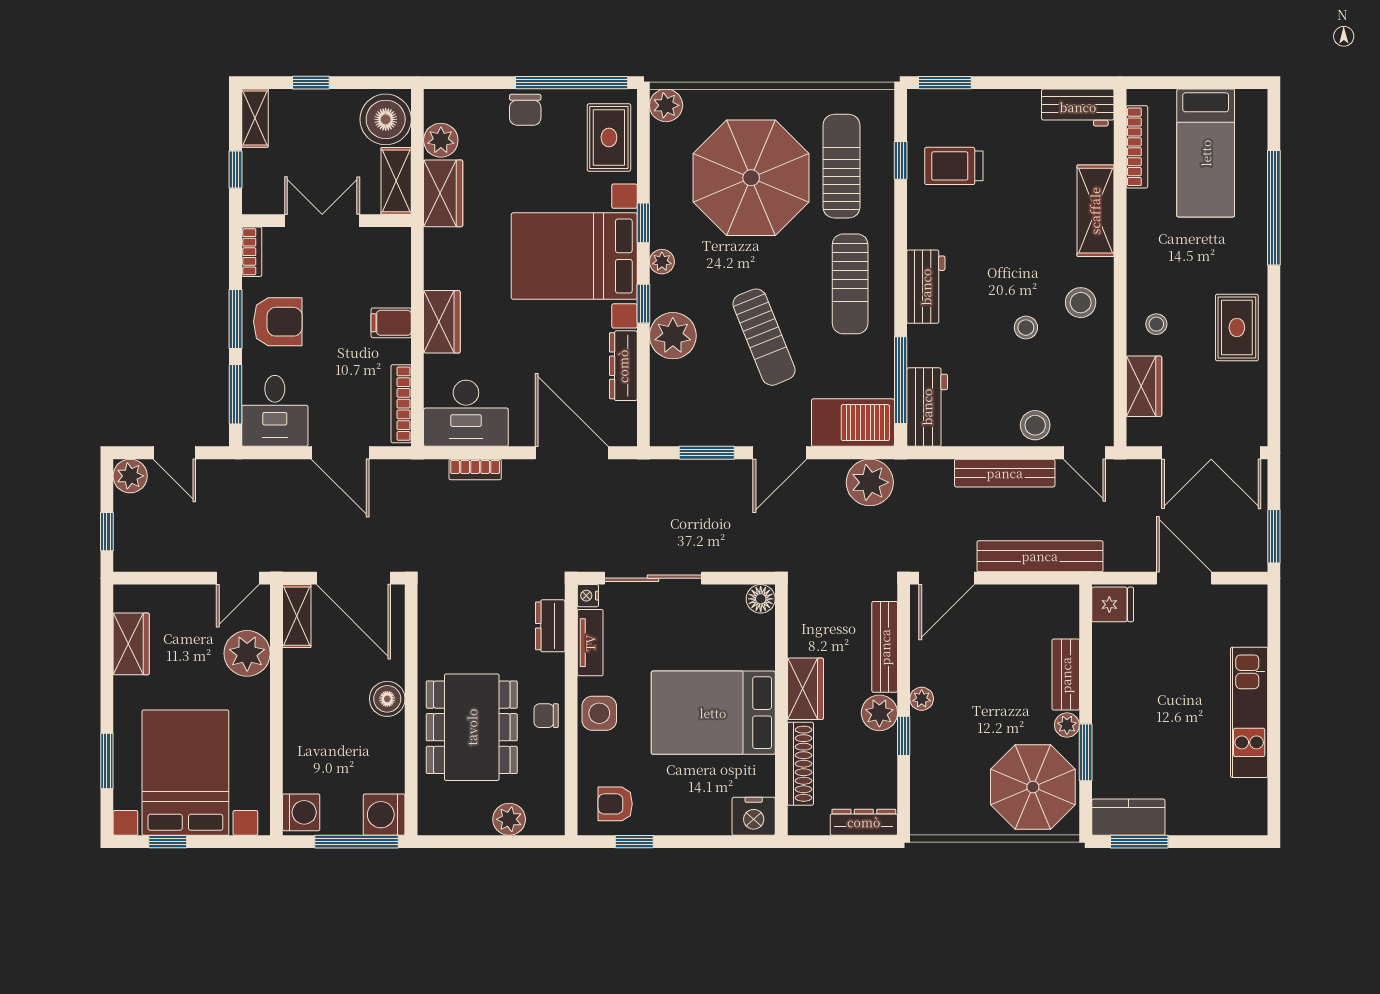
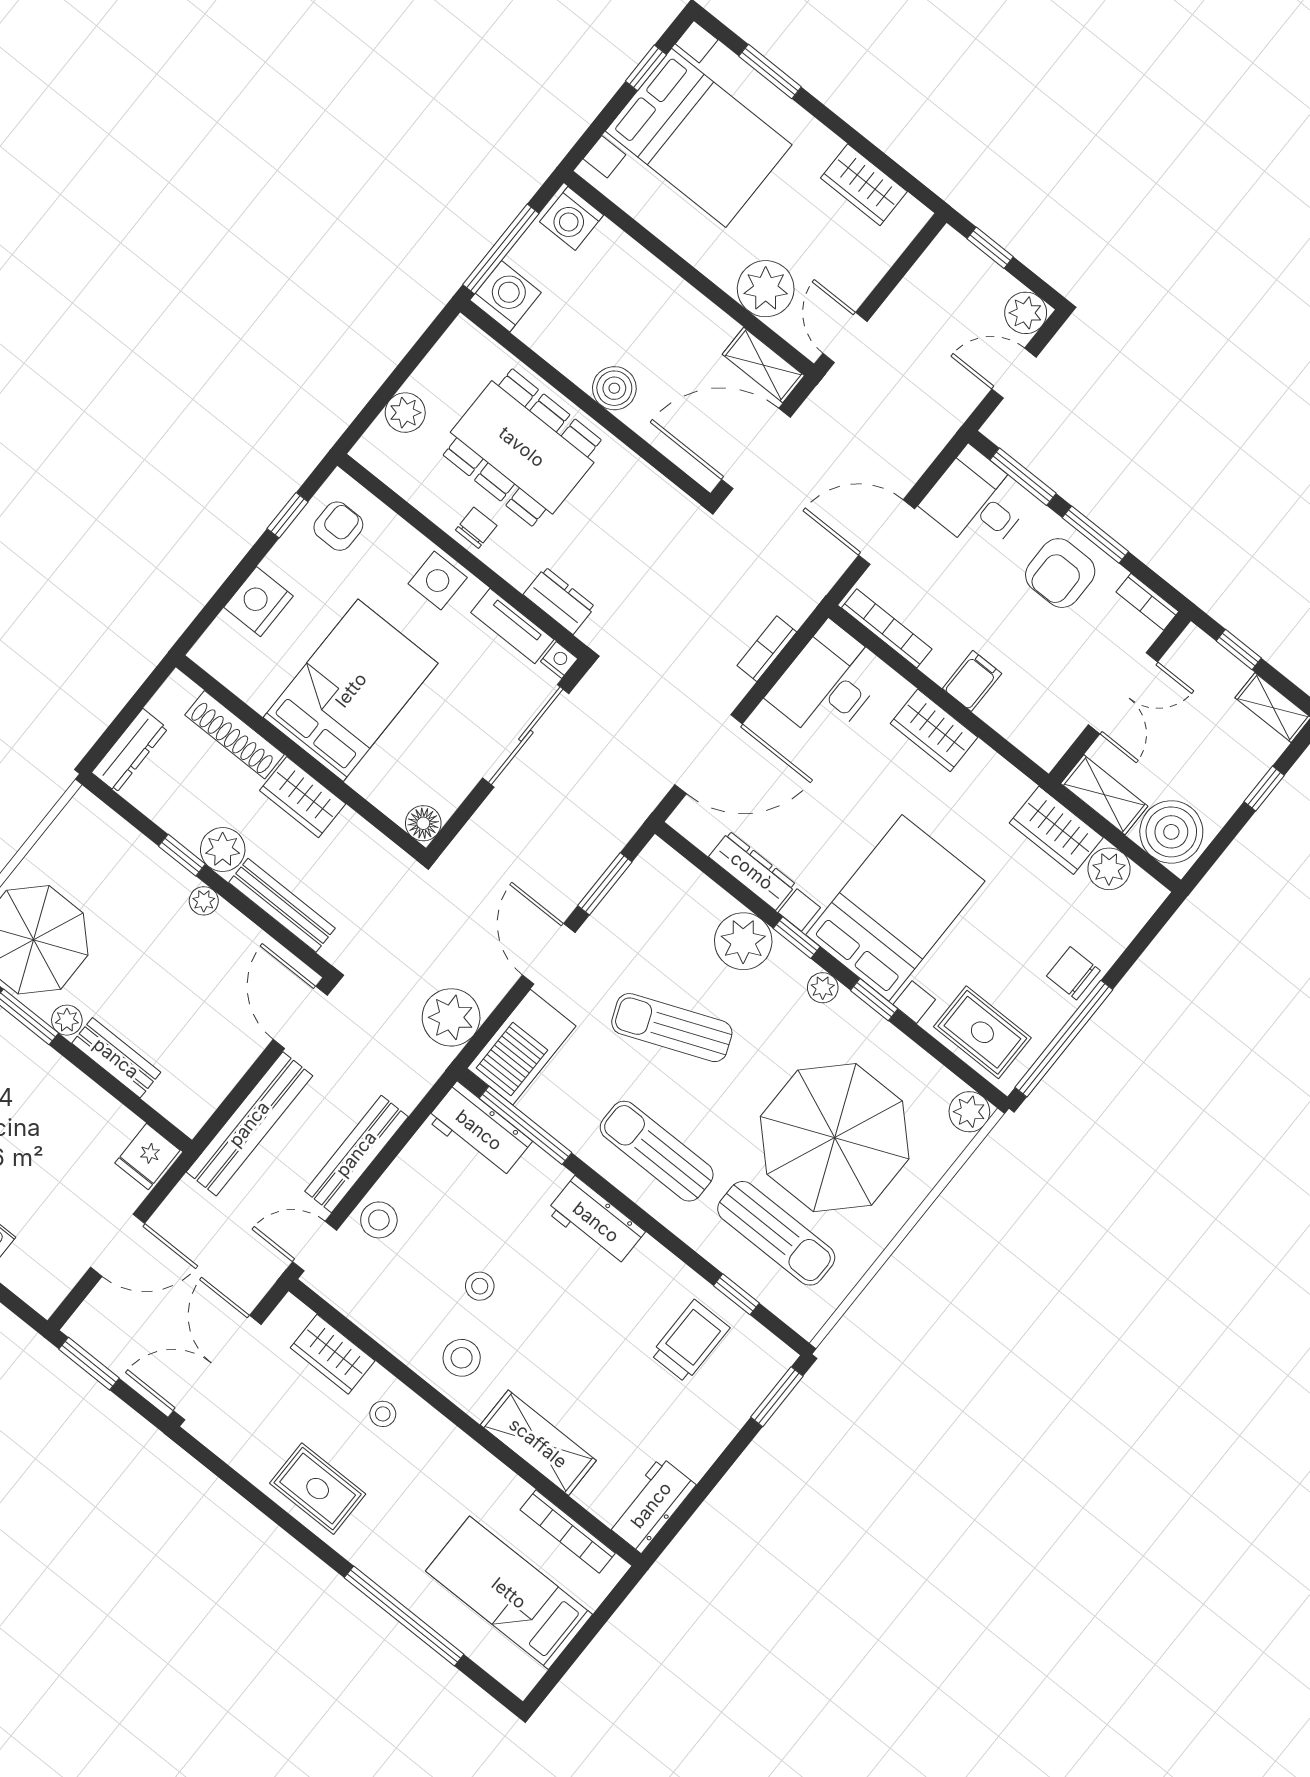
nightstand: (754, 816) -> (259, 602), moved

